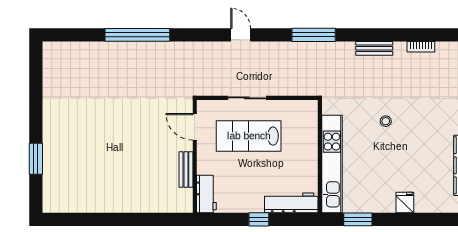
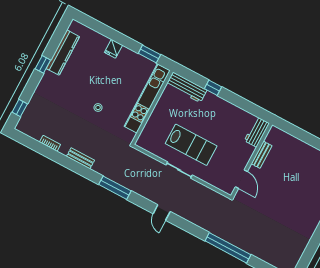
door: (195, 127) -> (241, 179), moved
wall: (195, 156) -> (251, 160), moved
bench: (186, 170) -> (262, 155), moved
workbench: (206, 194) -> (257, 132), moved

